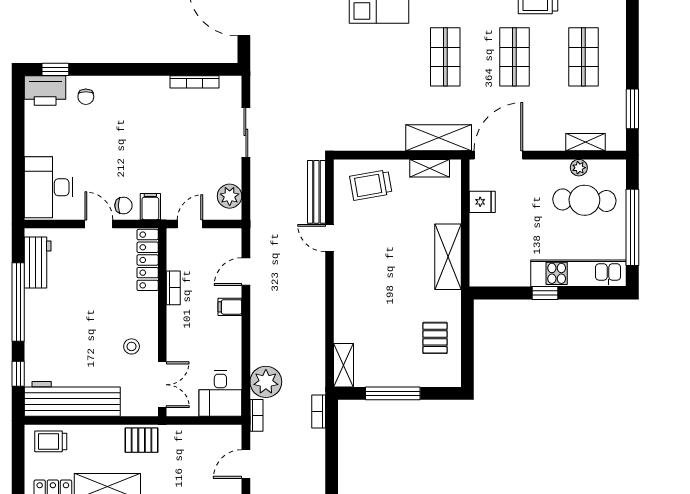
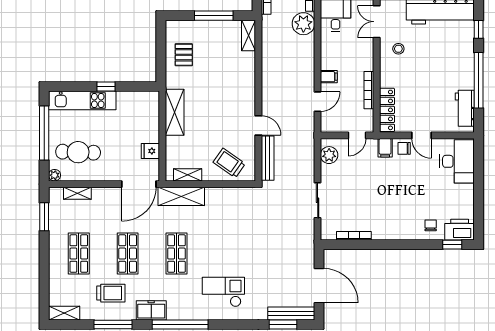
plant: (579, 168) -> (55, 175), moved
trolley: (371, 185) -> (229, 163), turned -135
bookcase: (173, 288) -> (369, 90), width x1.56

